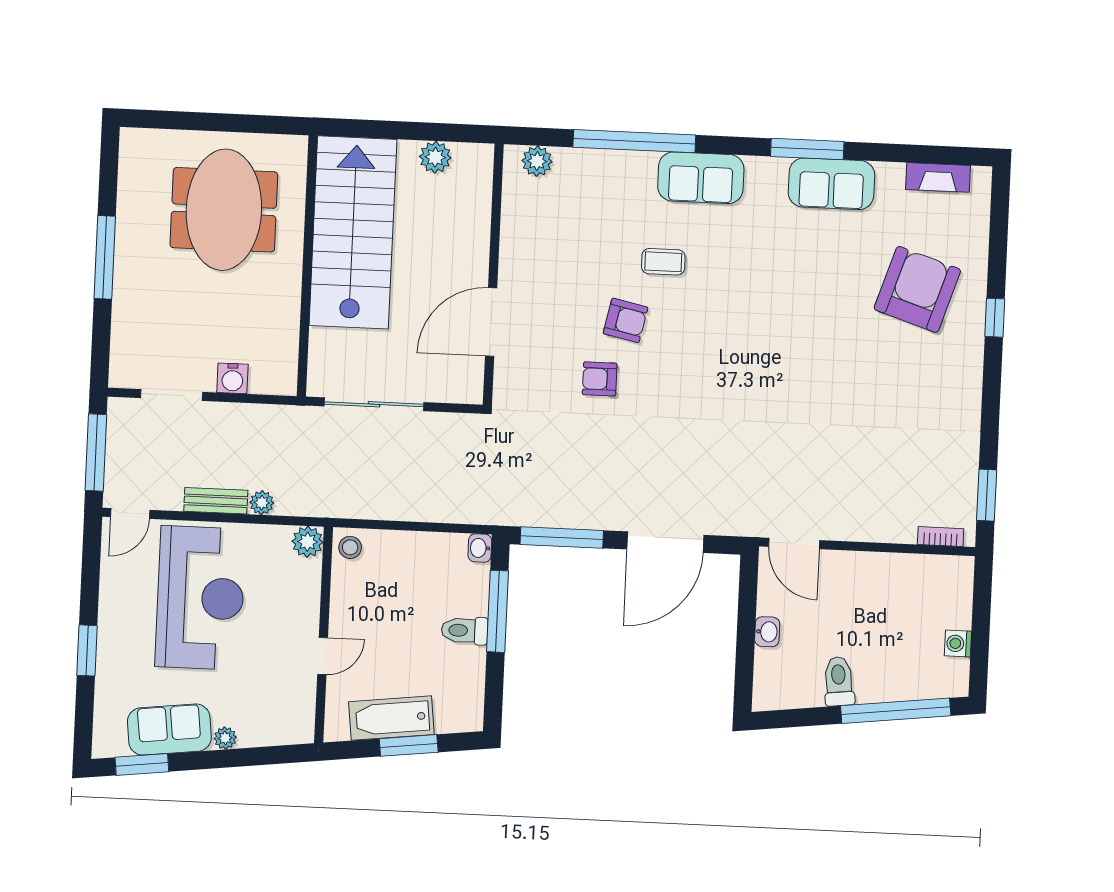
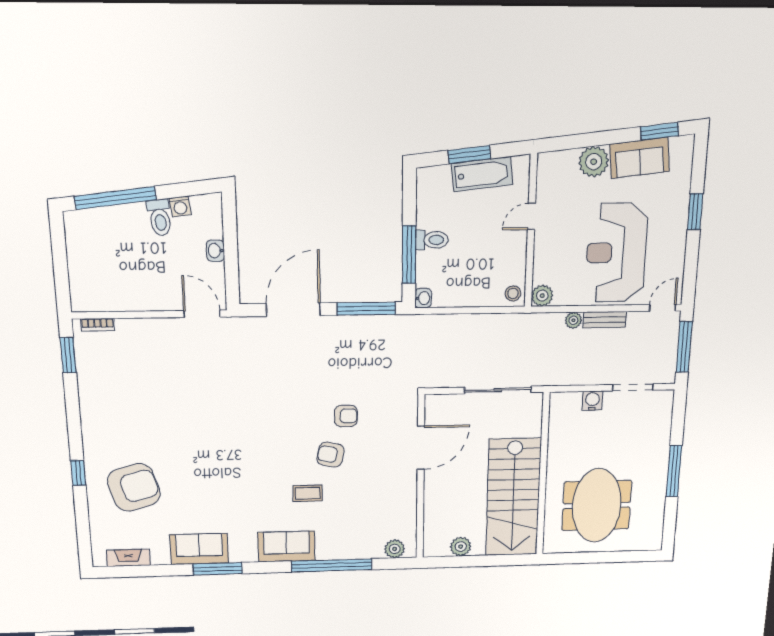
armchair: (917, 289) -> (134, 487), turned -124
washing machine: (958, 643) -> (180, 206), moved, turned 83
plant: (225, 738) -> (594, 162), width x1.87, depth x1.87

